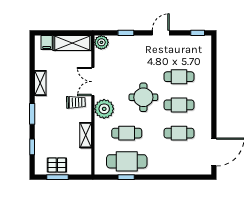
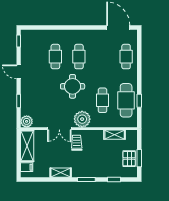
cafe table: (179, 133) -> (126, 57), moved
shelving: (86, 135) -> (115, 135), moved

